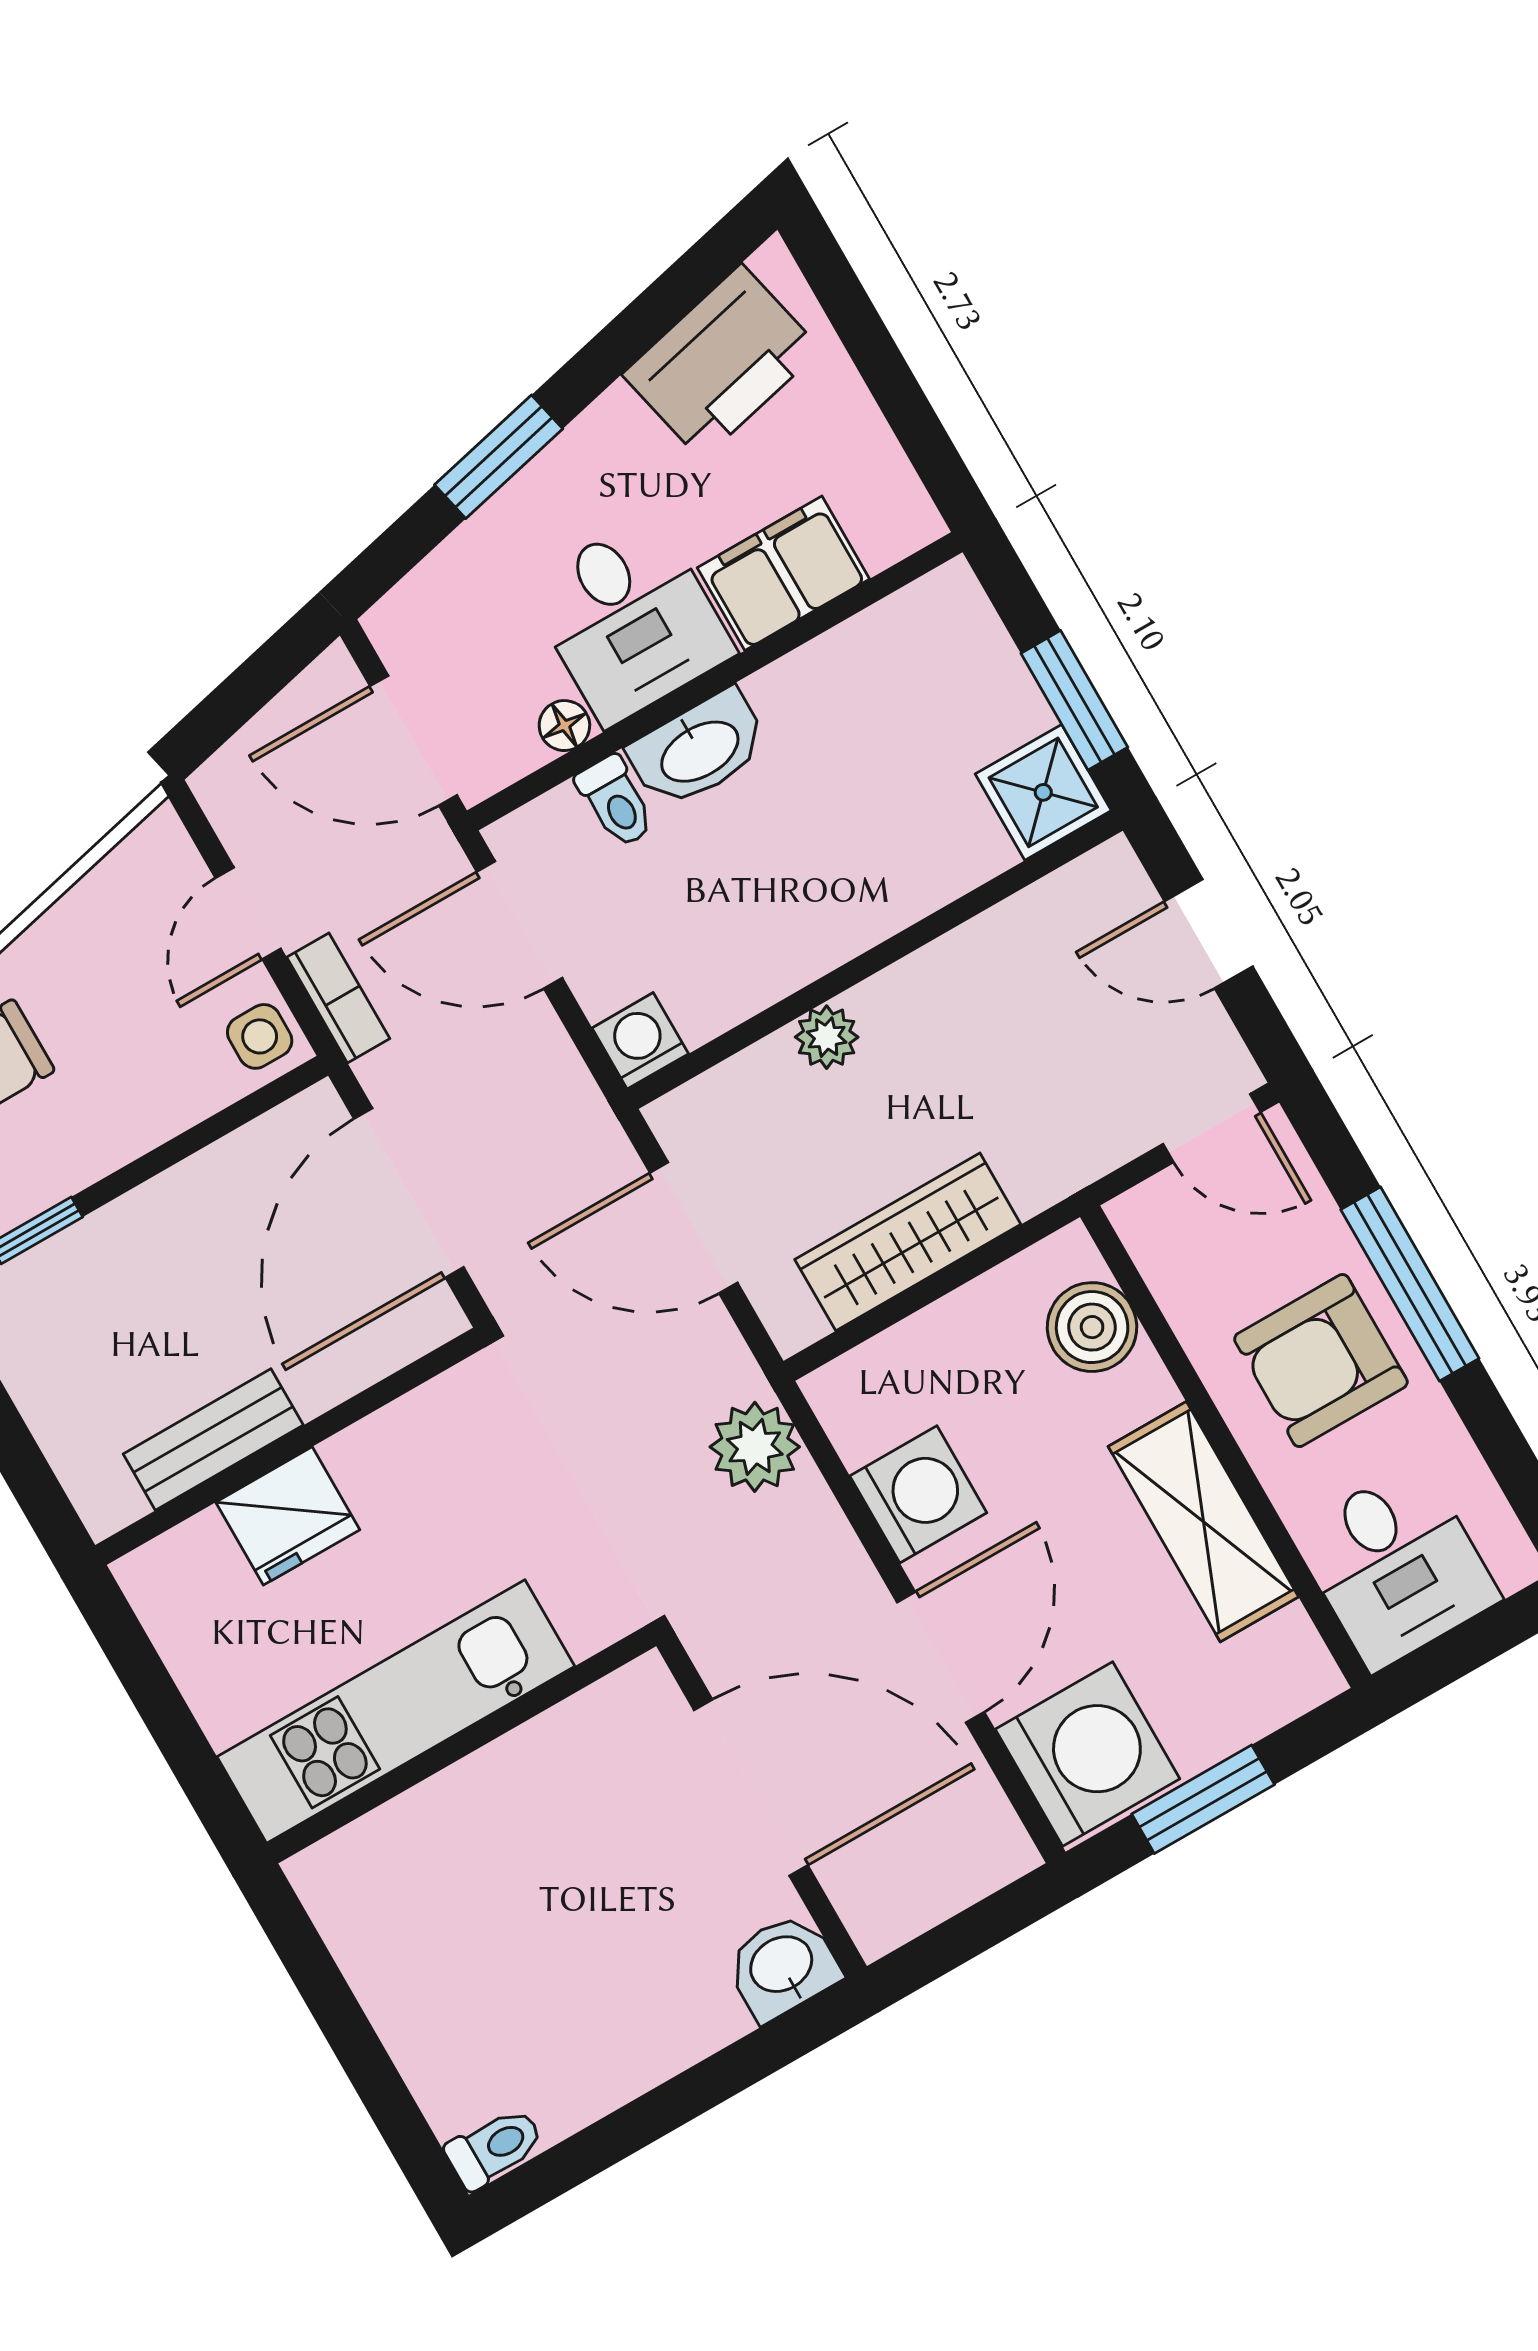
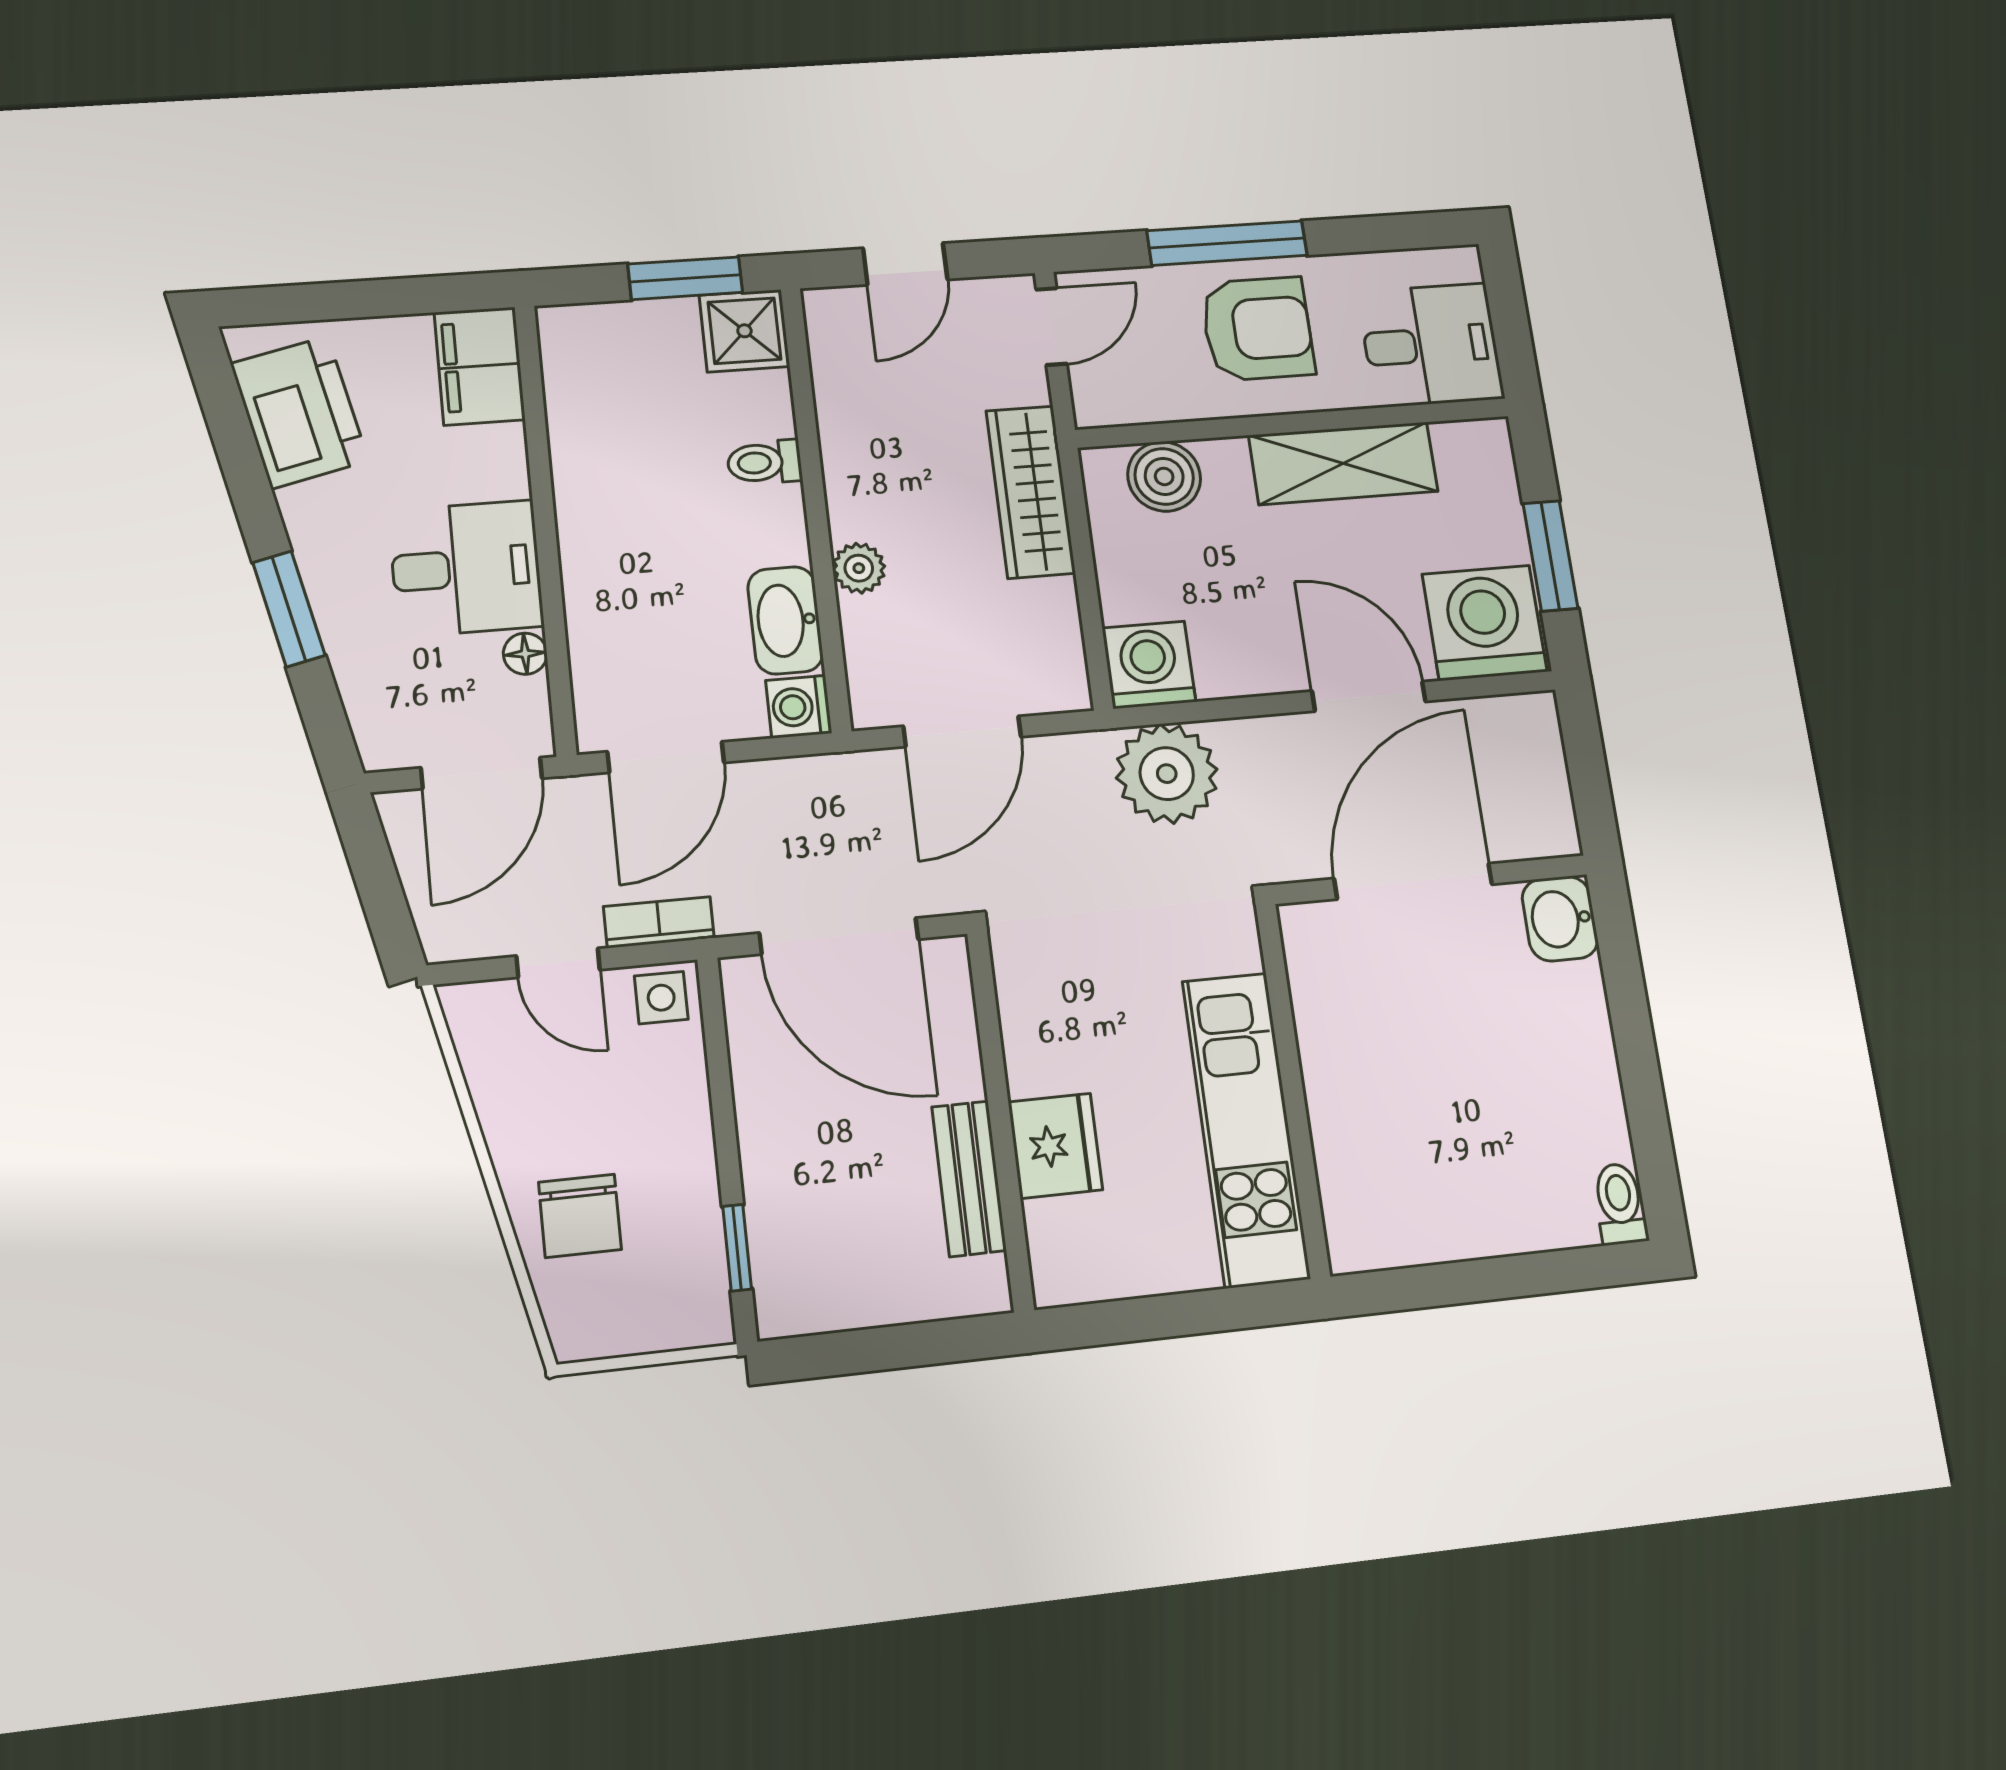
filing cabinet: (783, 573) -> (480, 366), moved
washbasin: (699, 750) -> (785, 620), moved, turned 180
toilet: (616, 802) -> (764, 462), moved, turned 180
wardrobe: (908, 1242) -> (1031, 492), moved
armchair: (1321, 1361) -> (1257, 329), turned -90
plant: (755, 1447) -> (1167, 774), width x1.36, depth x1.36
washing machine: (918, 1494) -> (1149, 665), moved

